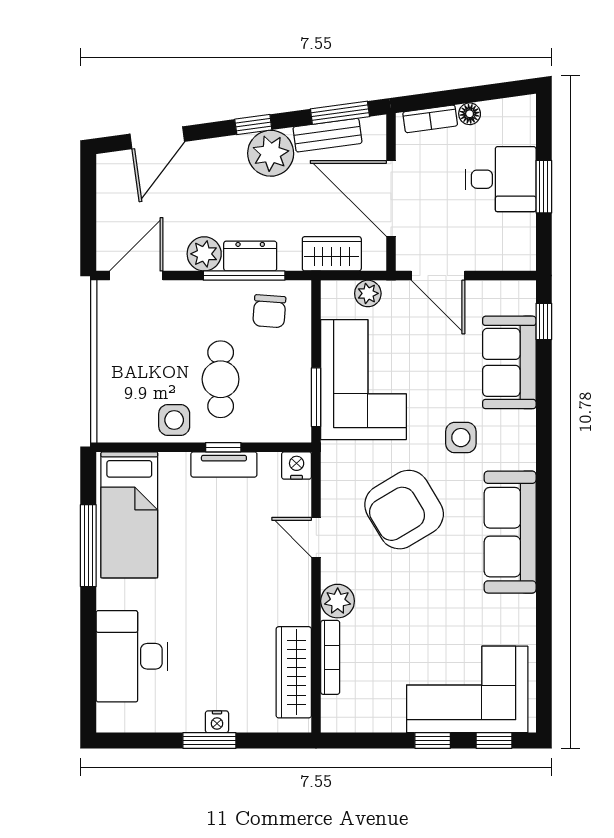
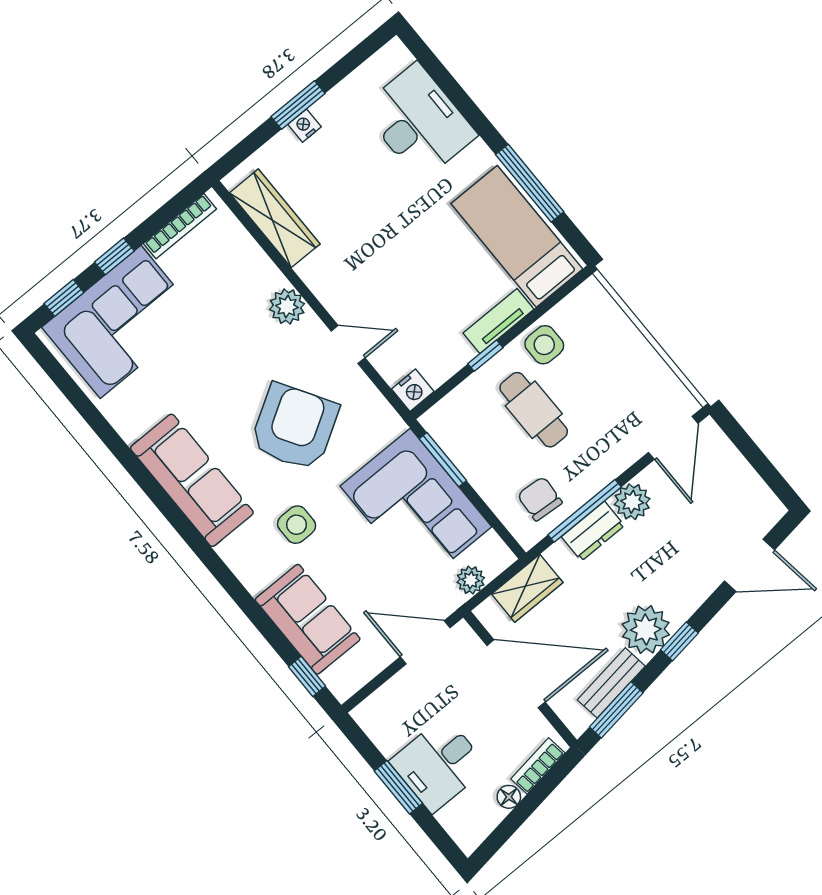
door: (157, 138) -> (749, 565), swing flipped
tv unit: (224, 464) -> (498, 321), moved
bookcase: (330, 657) -> (180, 226), moved, turned -90

